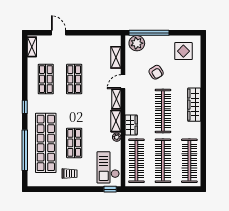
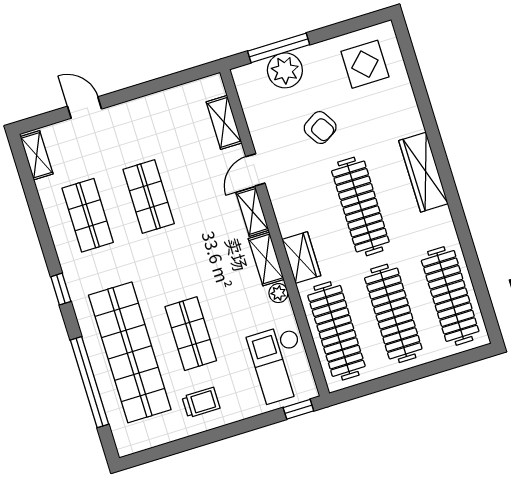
window: (149, 33) -> (279, 48), width x0.68
plant: (137, 43) -> (285, 70), moved

